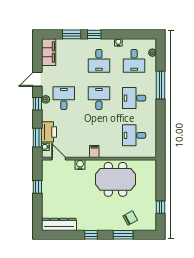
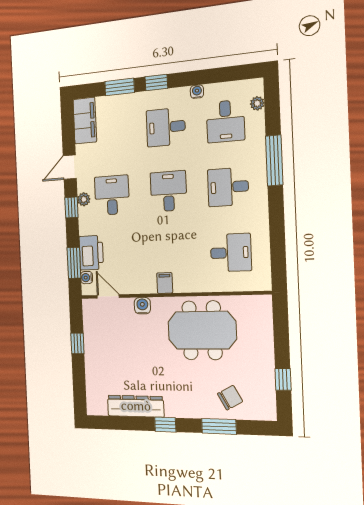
desk: (99, 61) -> (166, 127), turned 90
desk: (134, 135) -> (231, 253), turned 180
dresser: (59, 224) -> (136, 406), moved

